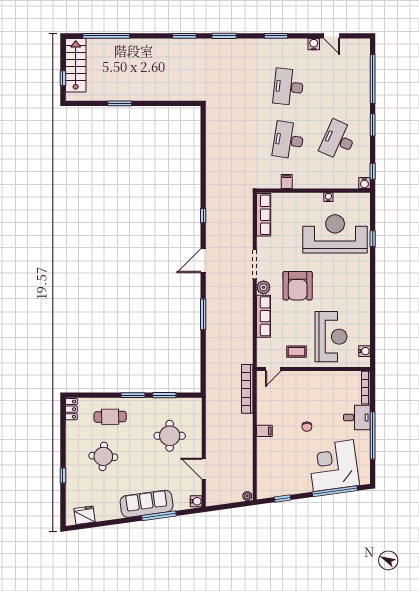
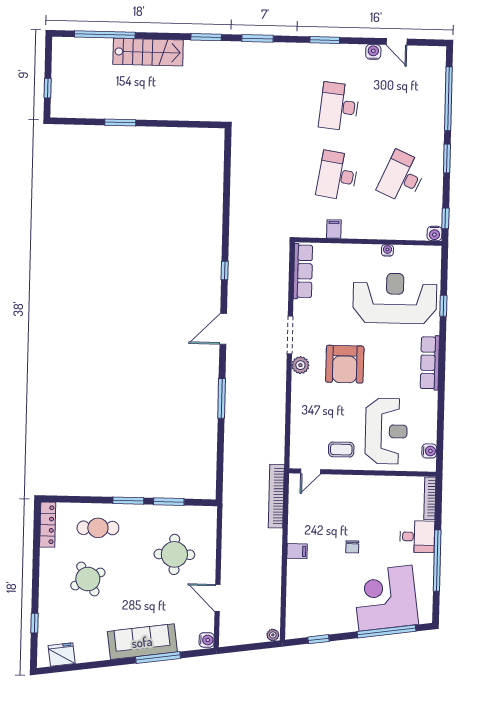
stairs: (76, 65) -> (148, 52), moved, turned 90
row of seats: (263, 316) -> (430, 363), moved, turned 180
locker: (71, 409) -> (48, 525), width x1.53
round table: (103, 456) -> (88, 579), turned -33
window: (63, 476) -> (34, 623), moved

